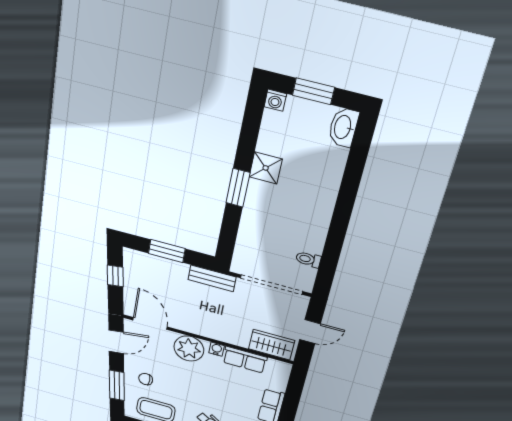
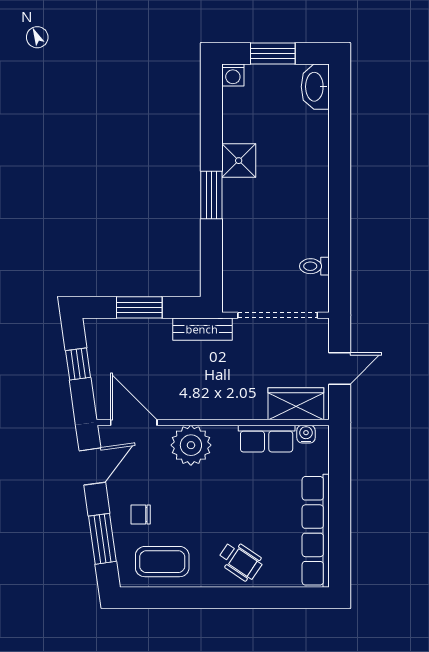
water cooler: (217, 349) -> (306, 434), moved

